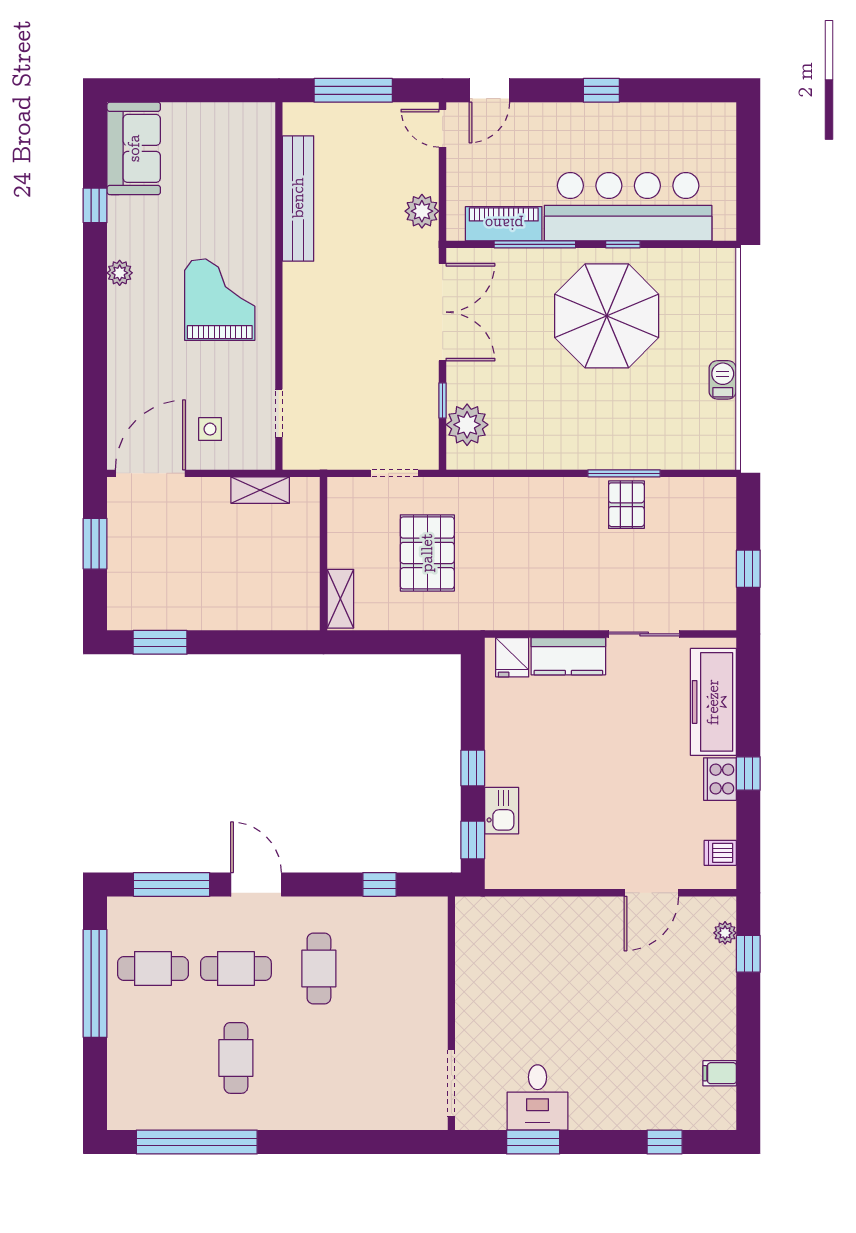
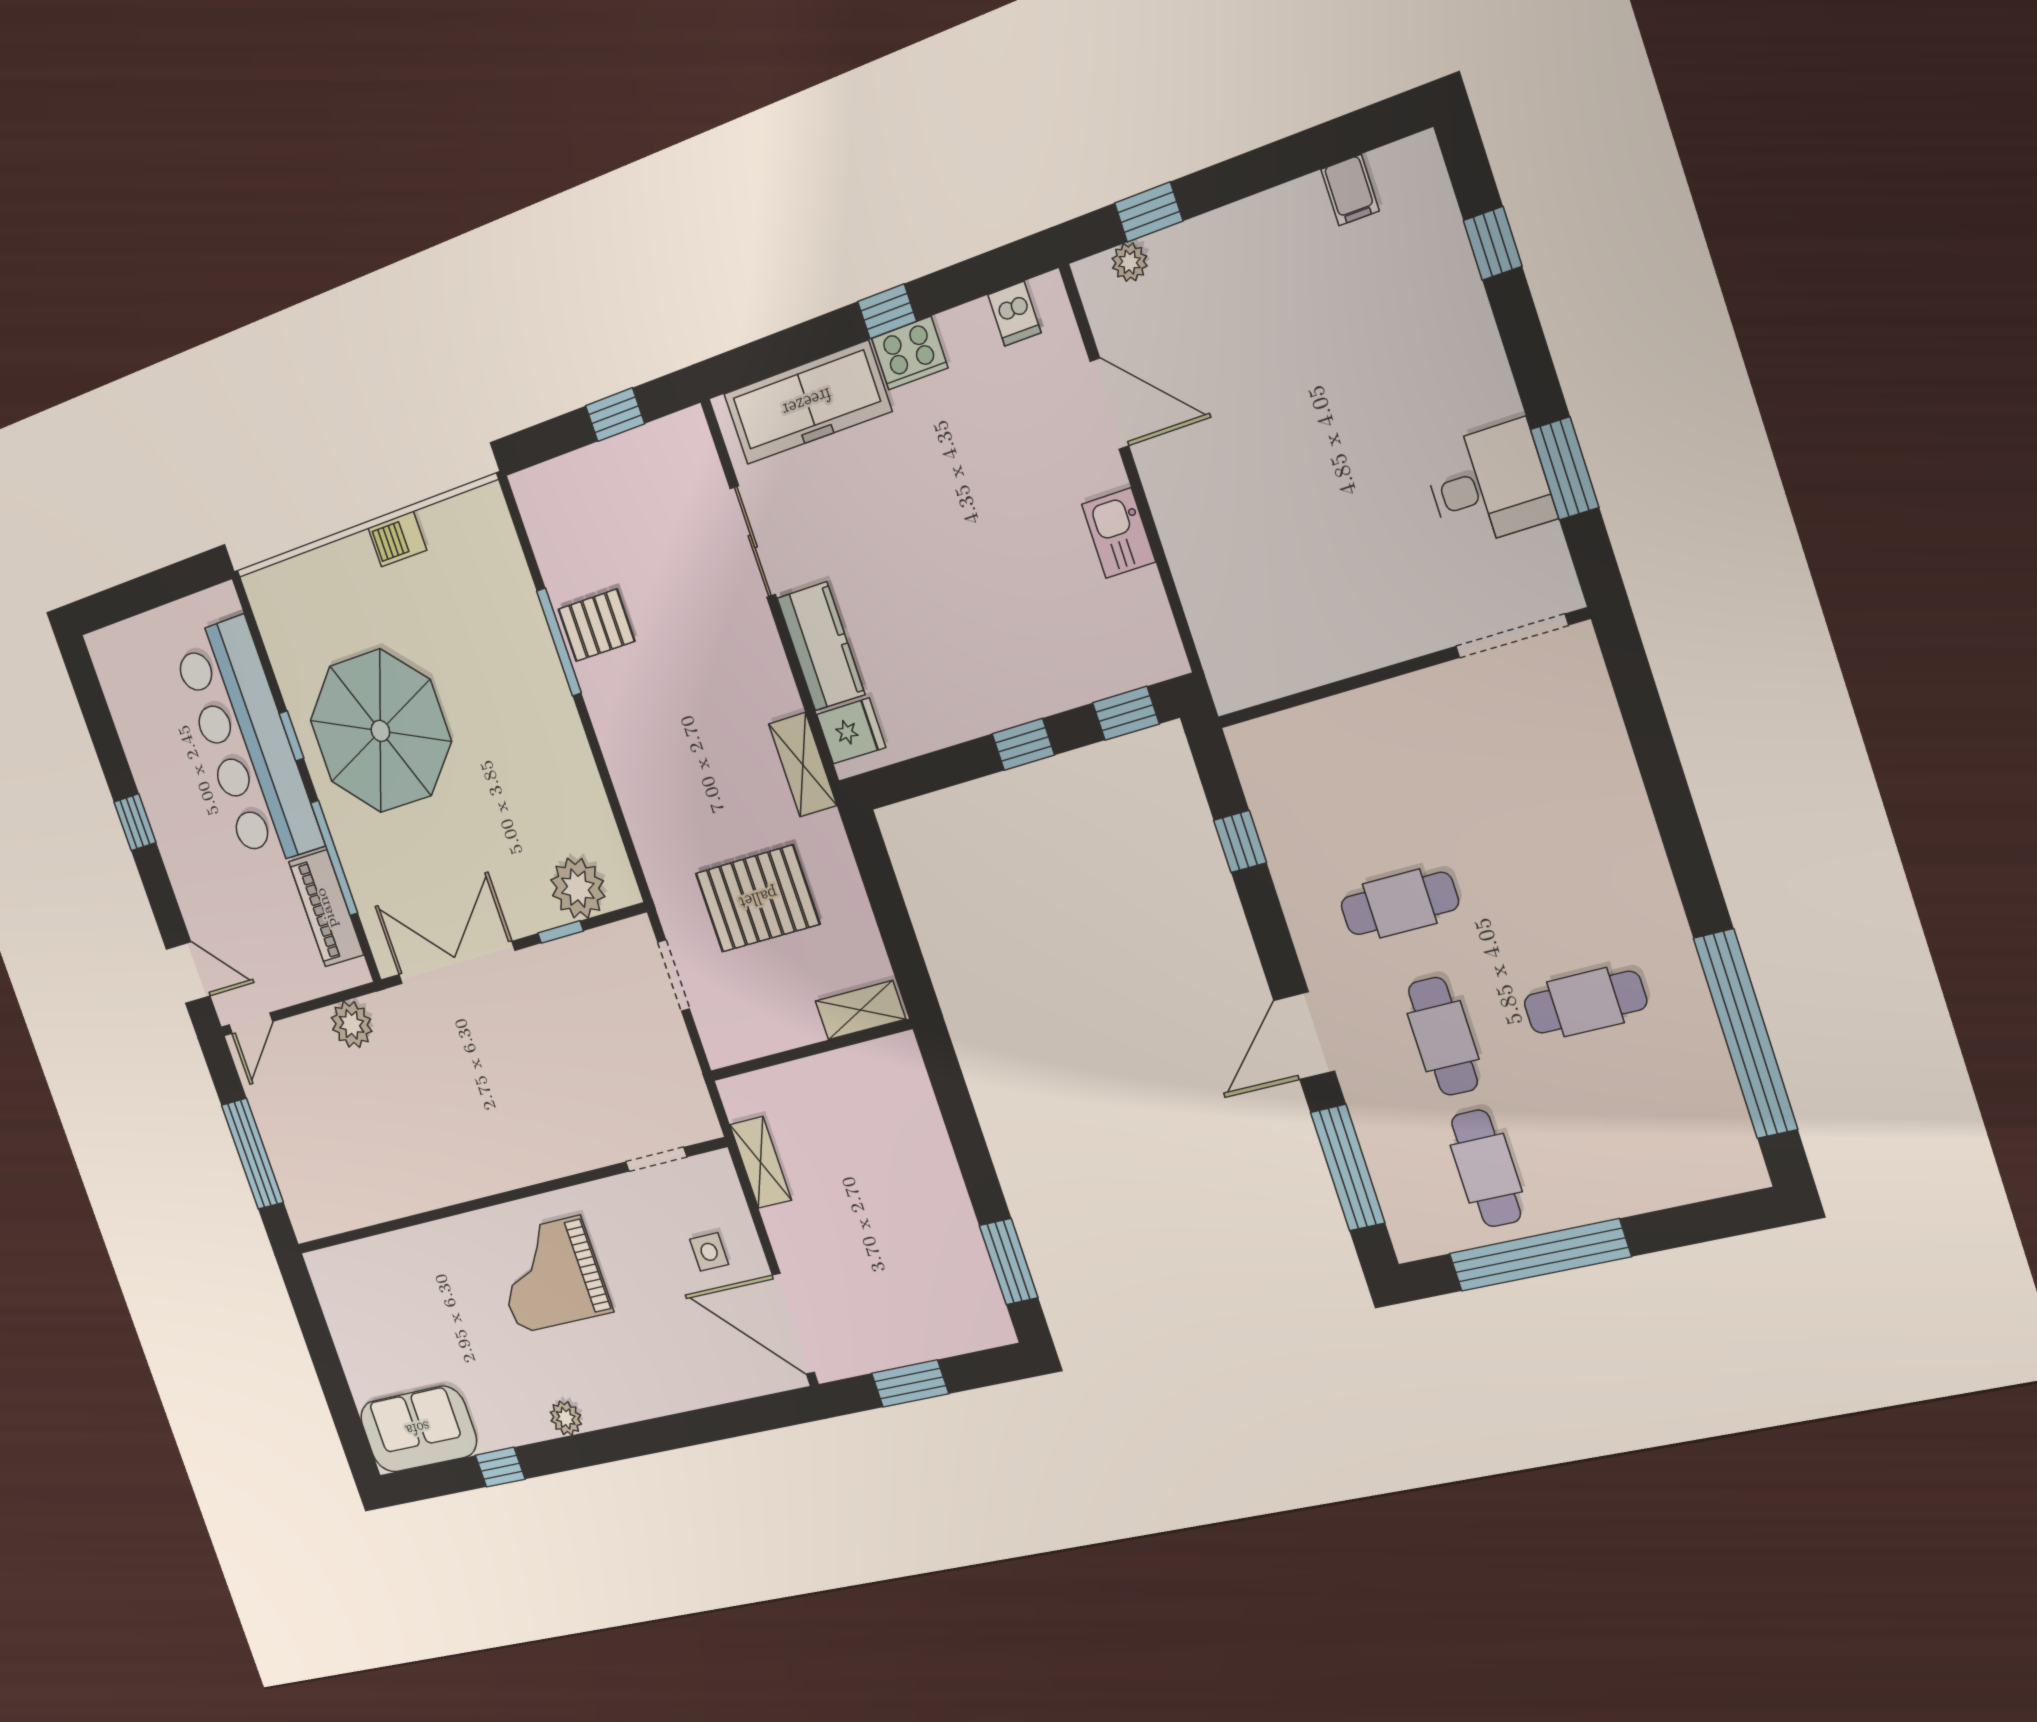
bench: (298, 198) -> (397, 1196), removed
shelving: (501, 616) -> (803, 765), added
kitchen sink: (502, 811) -> (1119, 533), moved, turned -90

